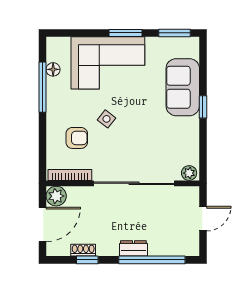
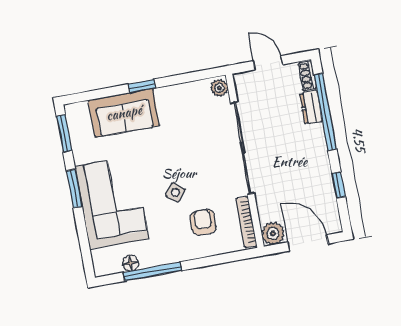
dresser: (133, 248) -> (311, 107), moved
shoe rack: (83, 250) -> (307, 76), moved

